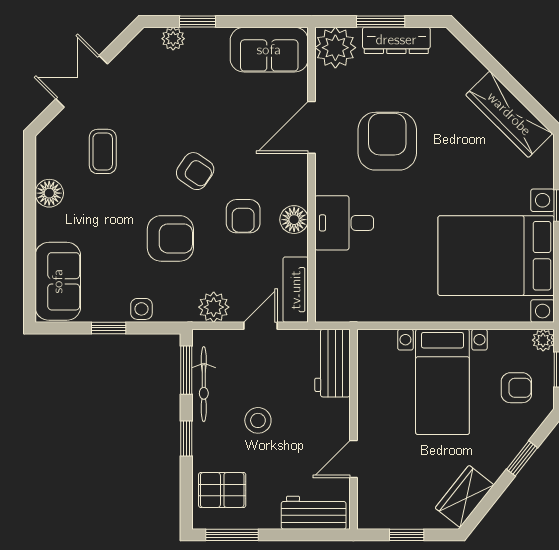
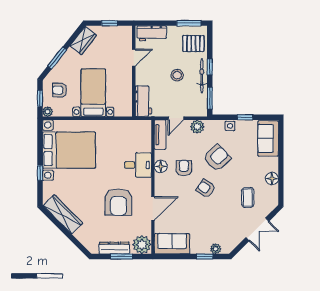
armchair: (170, 238) -> (217, 158), turned 136
bicycle: (204, 384) -> (202, 76), moved
window: (522, 458) -> (57, 58), width x1.50

